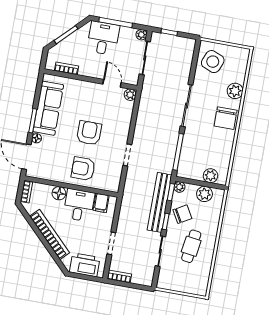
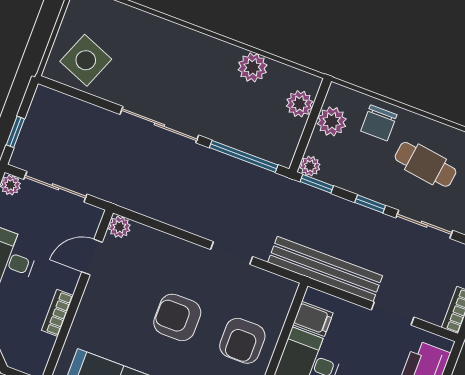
bookcase: (67, 68) -> (57, 313), moved
plant: (235, 91) -> (252, 67), moved
chair: (226, 118) -> (196, 56), removed
bench: (160, 202) -> (325, 269), moved
chair: (182, 214) -> (379, 123), moved, turned -150

